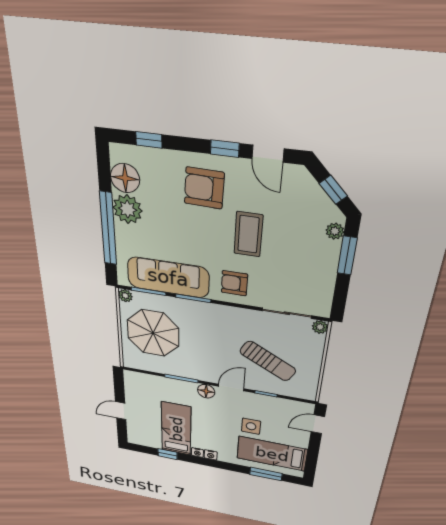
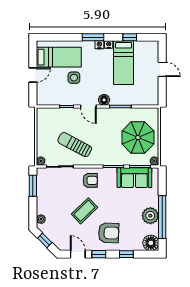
window: (149, 140) -> (126, 254), moved
floor lamp: (125, 178) -> (151, 243), moved
window: (108, 229) -> (162, 217), moved
coffee table: (248, 234) -> (84, 211), turned 46
window: (347, 256) -> (33, 186), moved
sofa: (168, 277) -> (134, 178), width x0.73
sun lounger: (268, 361) -> (75, 145), moved
door: (231, 387) -> (88, 106), hinge flipped
door: (121, 411) -> (162, 69), hinge flipped
door: (318, 424) -> (33, 75), moved
window: (266, 474) -> (93, 37), moved

